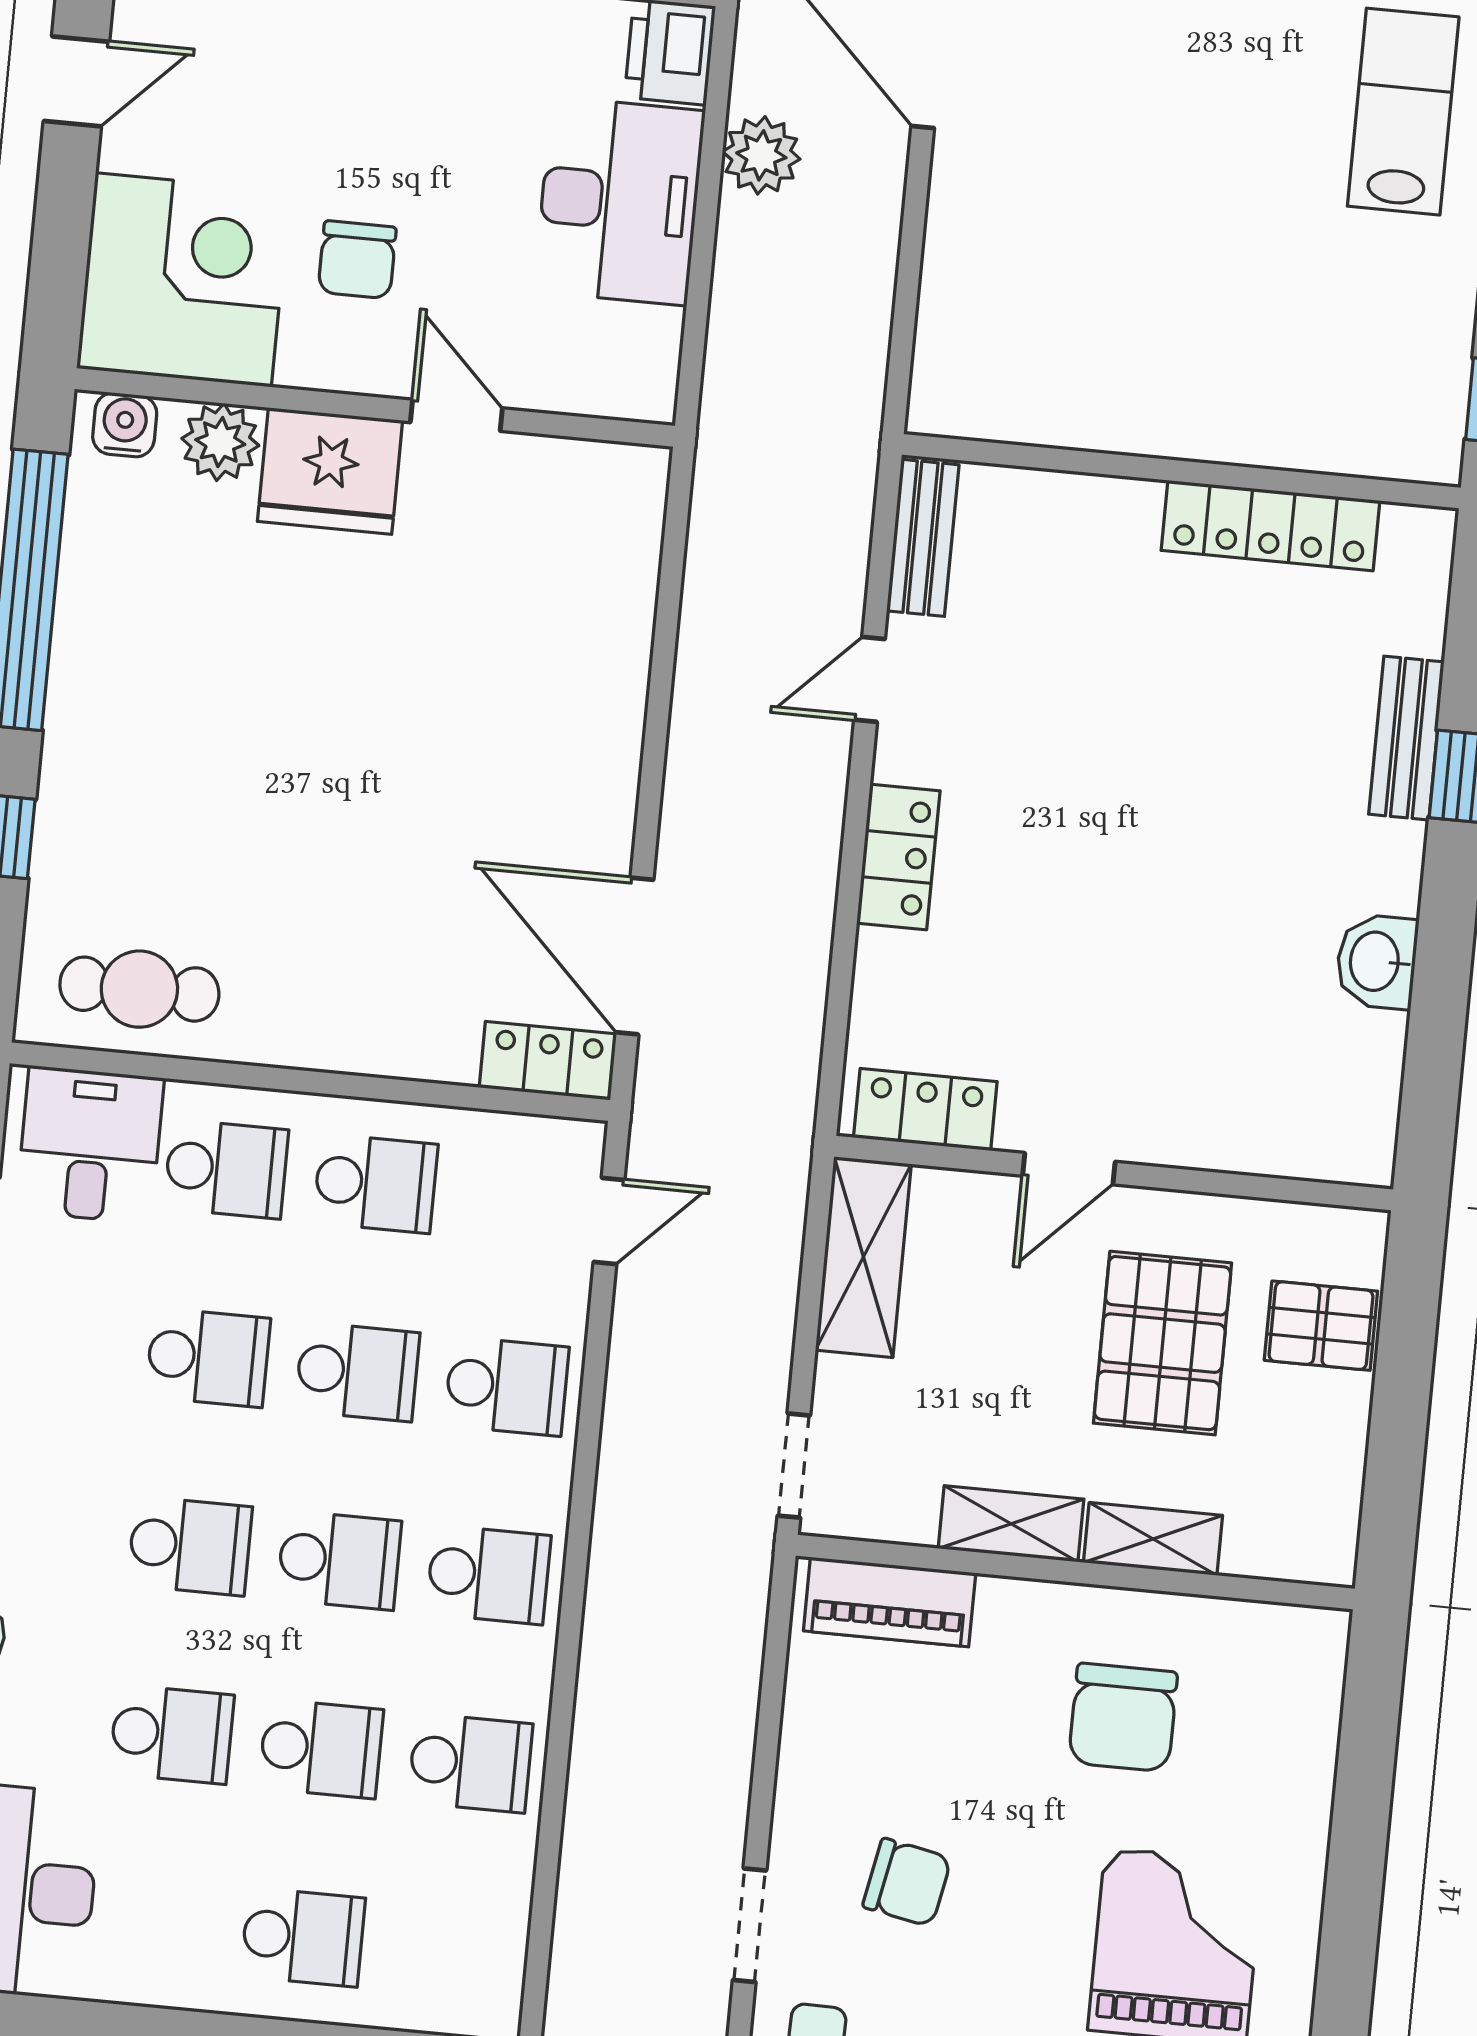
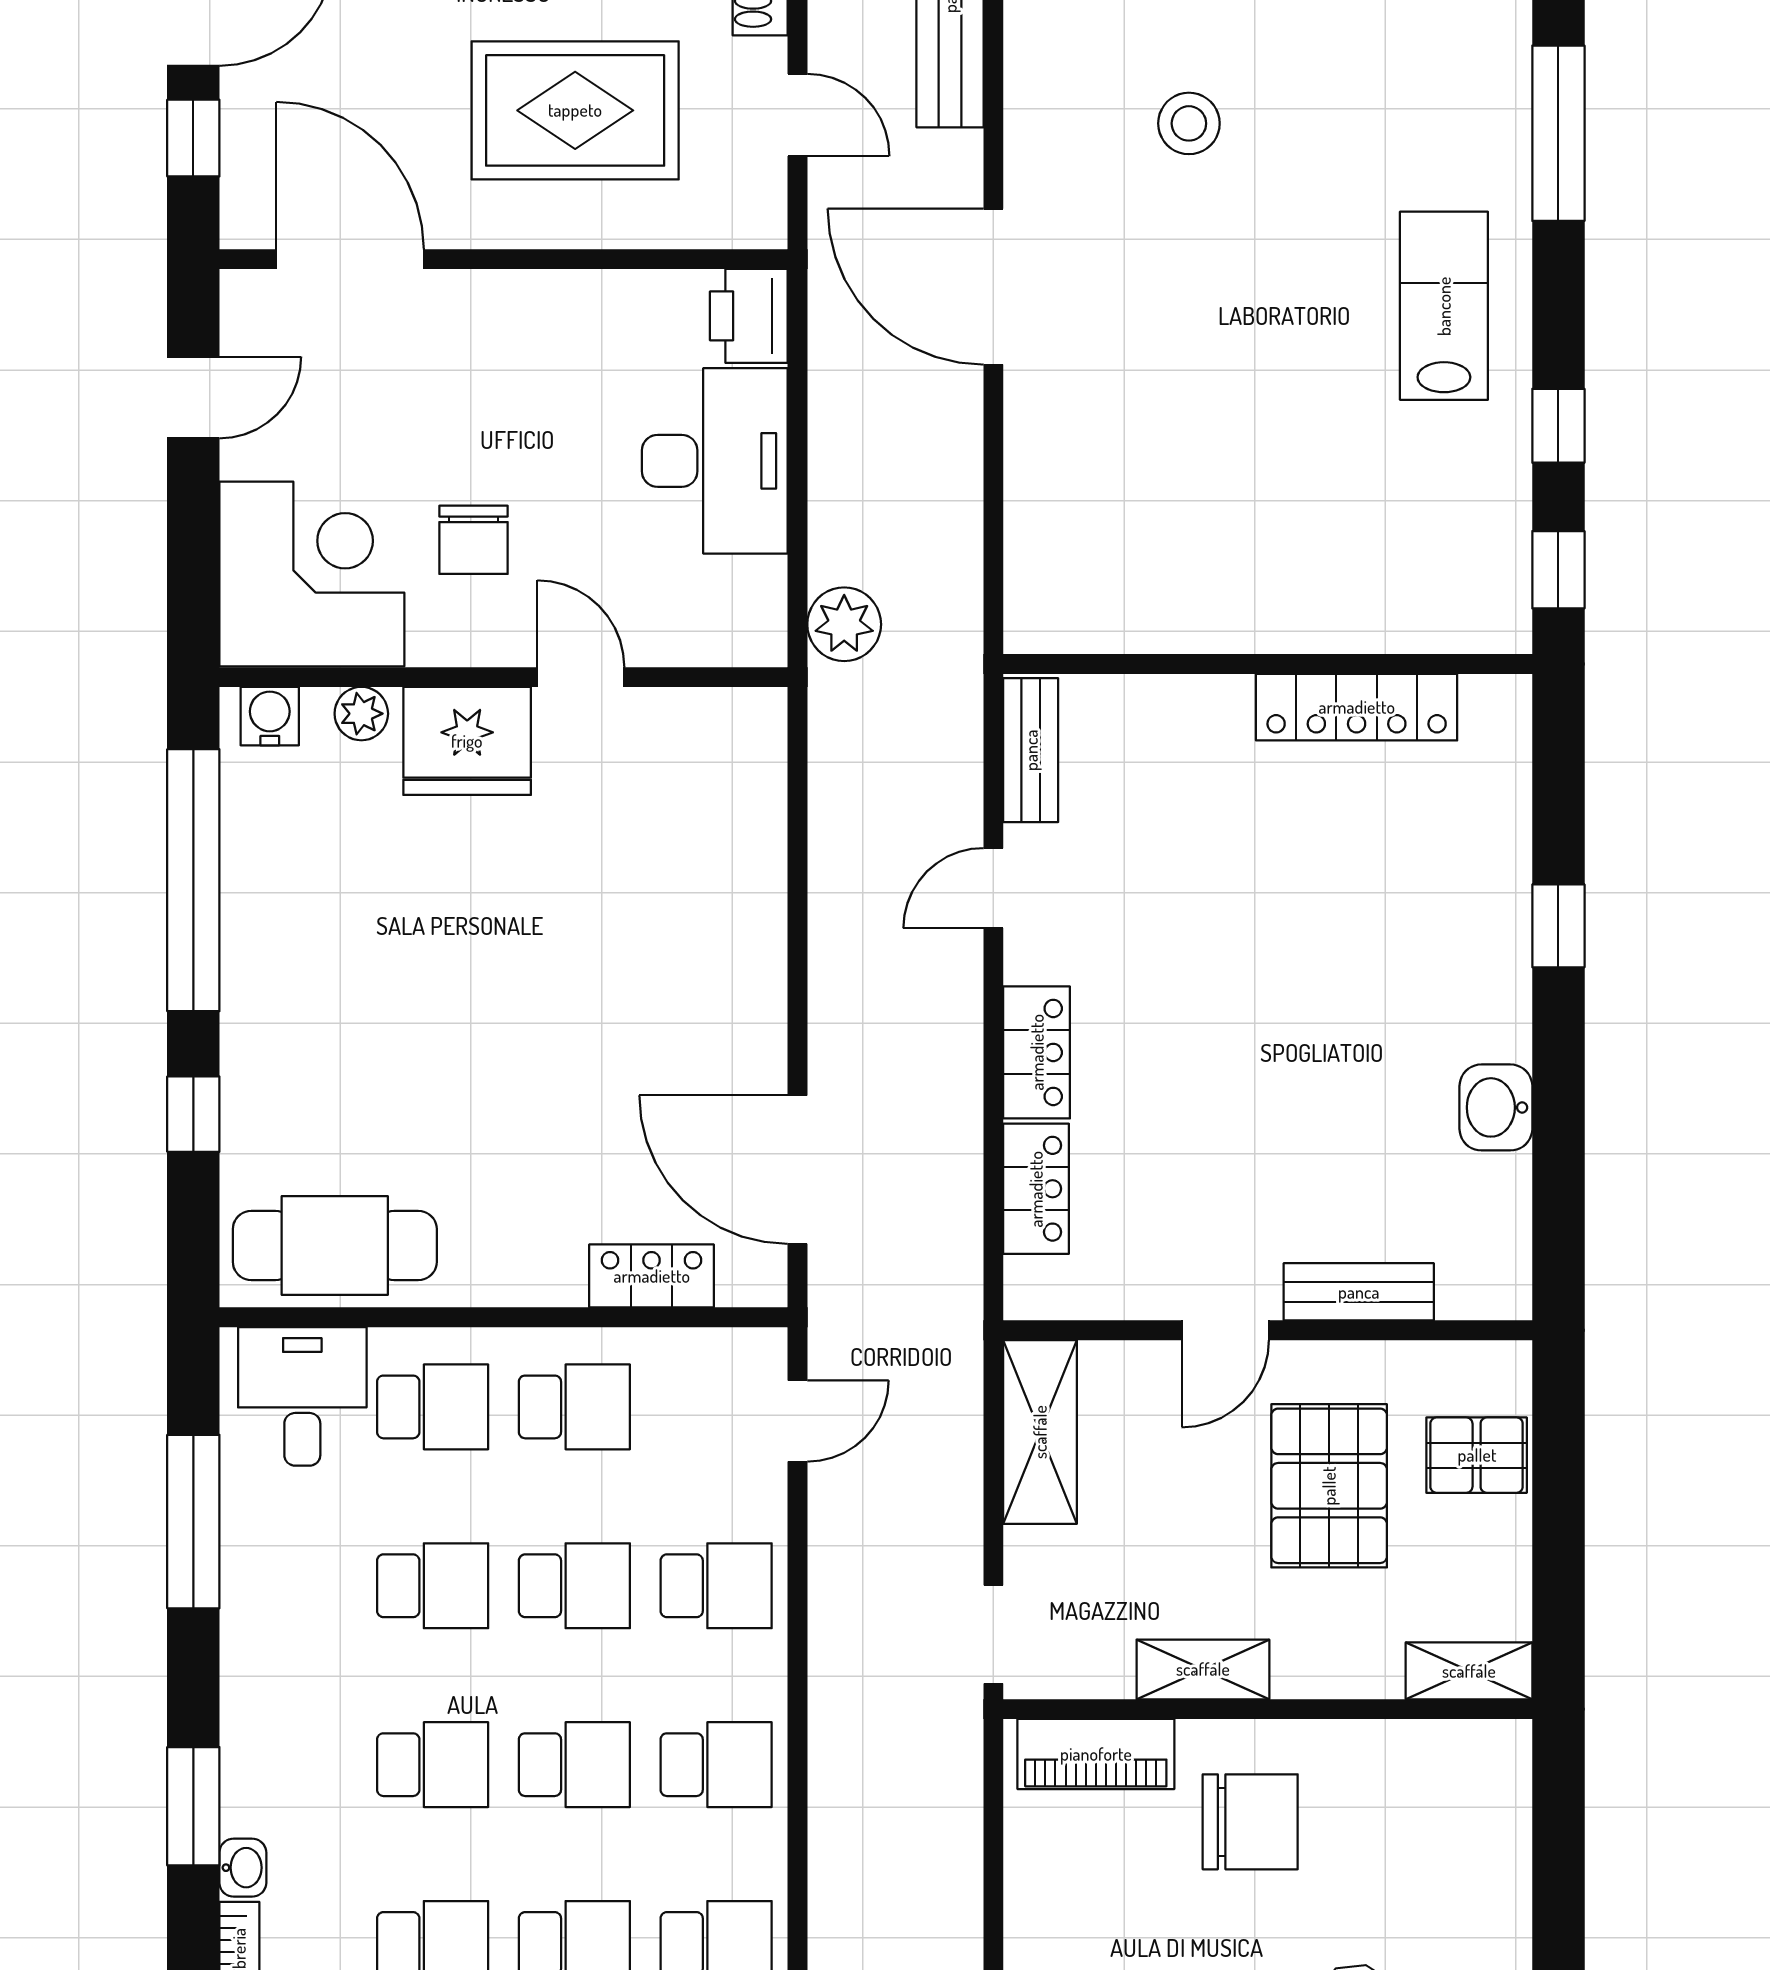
plant: (761, 155) -> (844, 624), moved
plant: (220, 442) -> (361, 714), width x0.73, depth x0.73
bench: (1406, 738) -> (1359, 1292), moved, turned 90
cafe table: (139, 989) -> (335, 1245), width x1.37, depth x1.35
locker: (548, 1061) -> (652, 1276), moved
locker: (925, 1110) -> (1036, 1189), moved, turned 90
shelving: (1153, 1539) -> (1469, 1671), moved
chair: (1123, 1717) -> (1250, 1822), moved, turned -90

